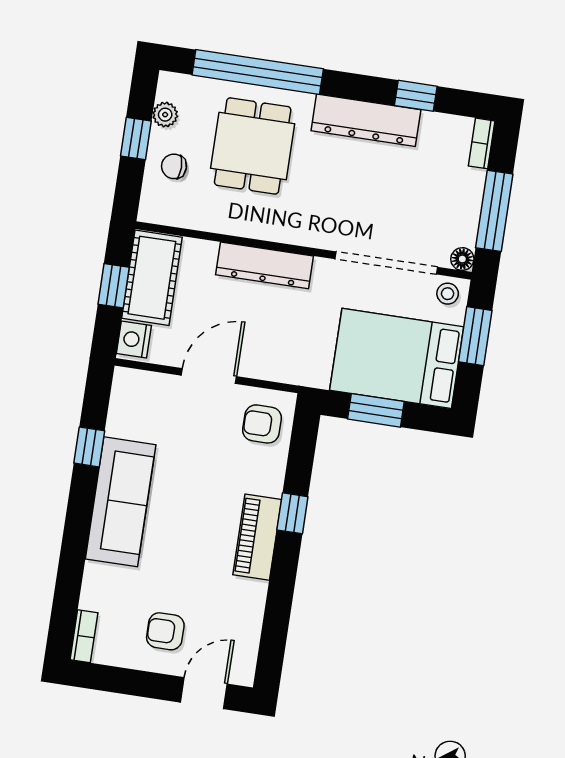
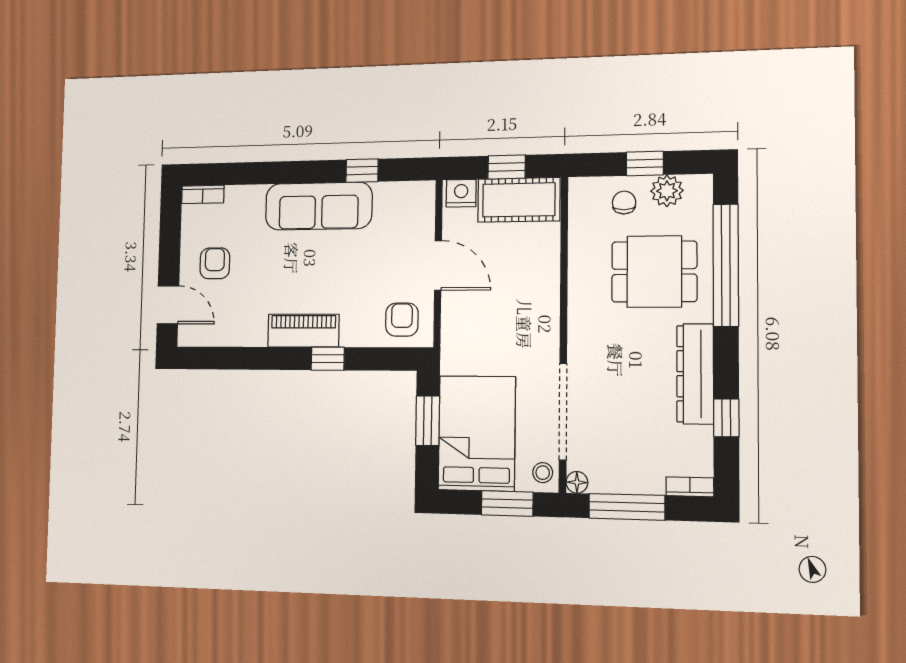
plant: (165, 115) -> (667, 191), width x1.38, depth x1.38
dresser: (265, 265) -> (545, 300), removed

